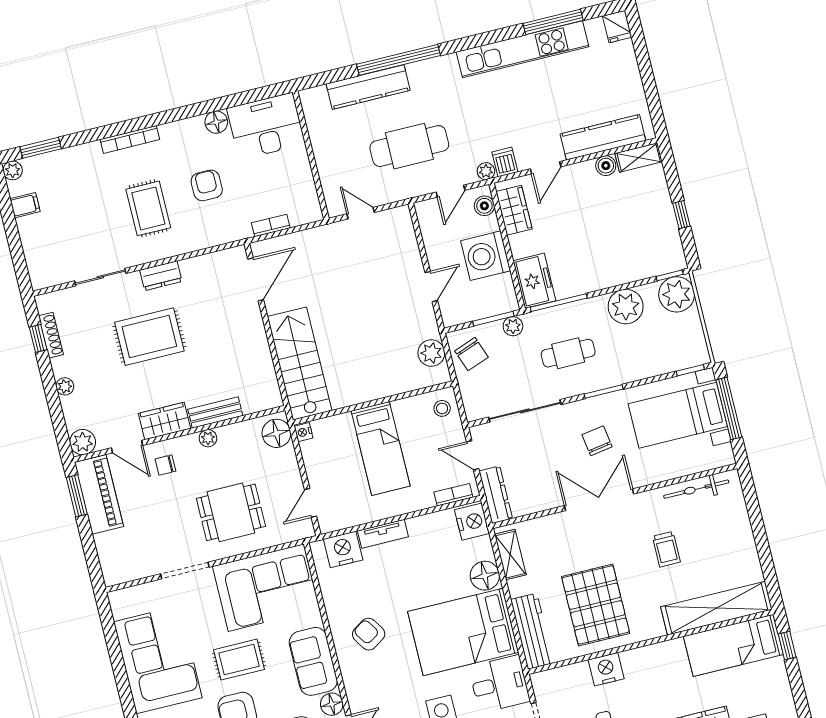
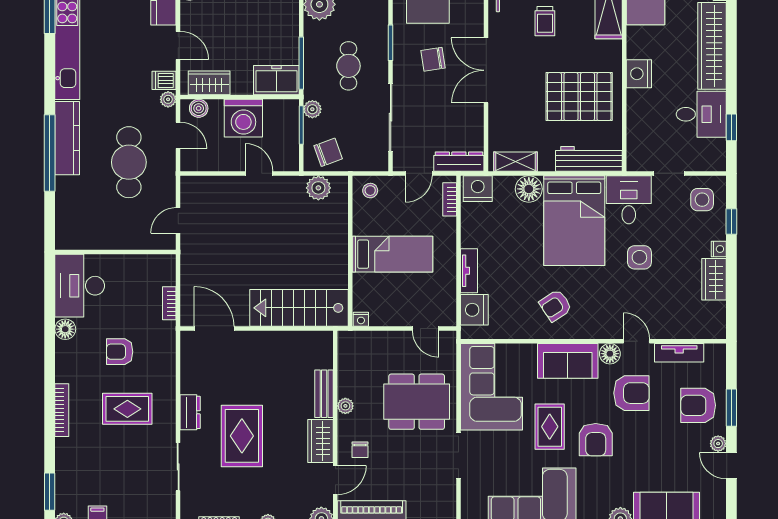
kitchen counter: (368, 87) -> (67, 138), moved
floor lamp: (276, 433) -> (356, 344), removed
dining table: (231, 512) -> (417, 402), width x1.38
trolley: (666, 549) -> (545, 21), turned 90
nightstand: (606, 669) -> (639, 74), moved

